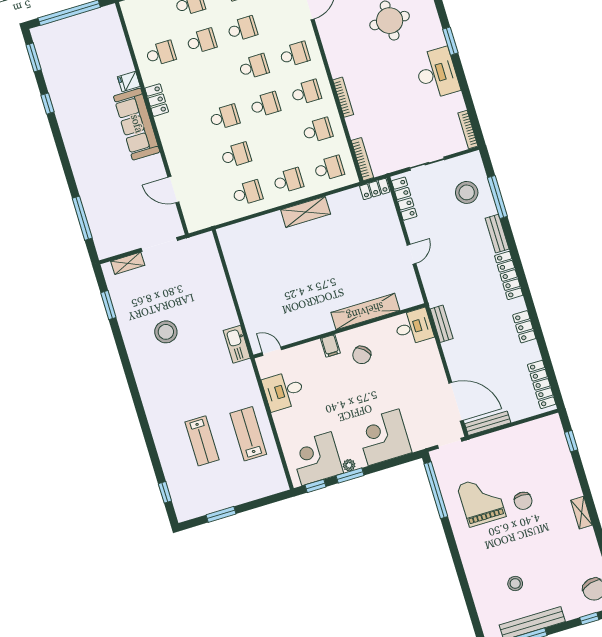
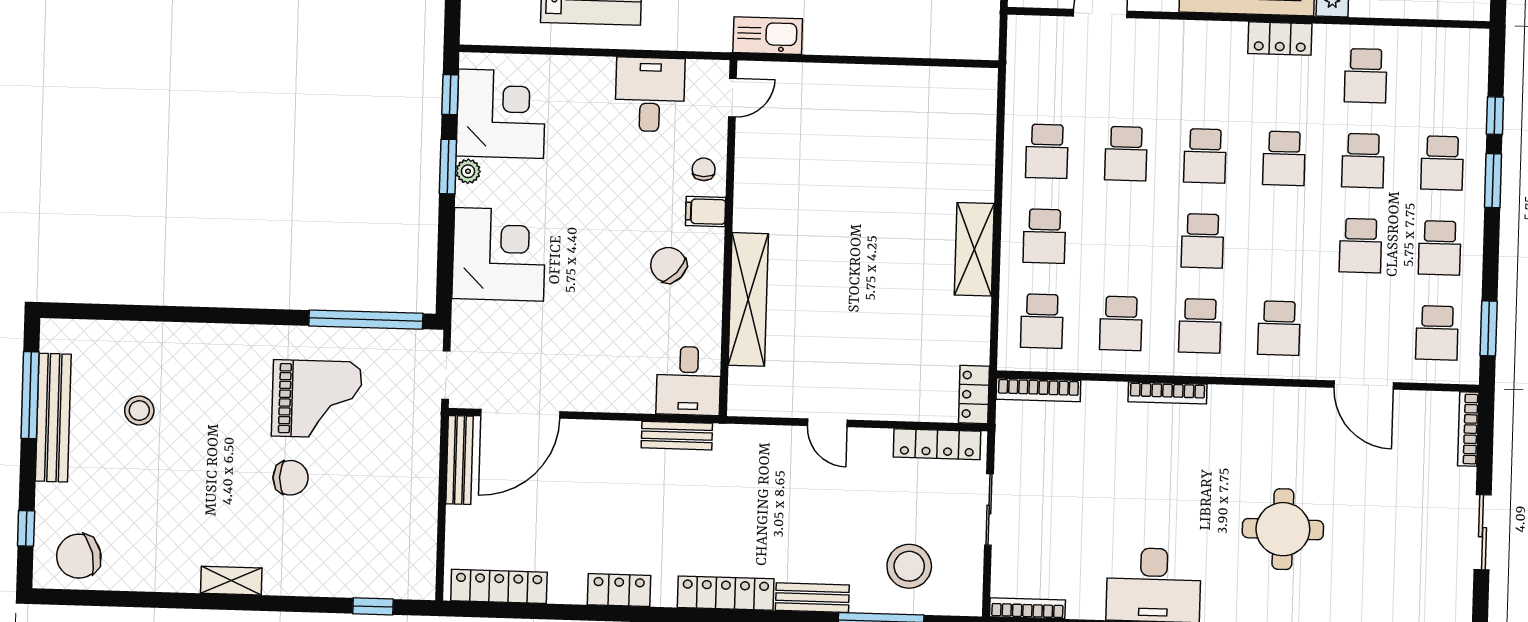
school desk: (254, 67) -> (1284, 158), moved
chair: (311, 353) -> (704, 169), added
chair: (523, 501) -> (291, 478), turned 180

